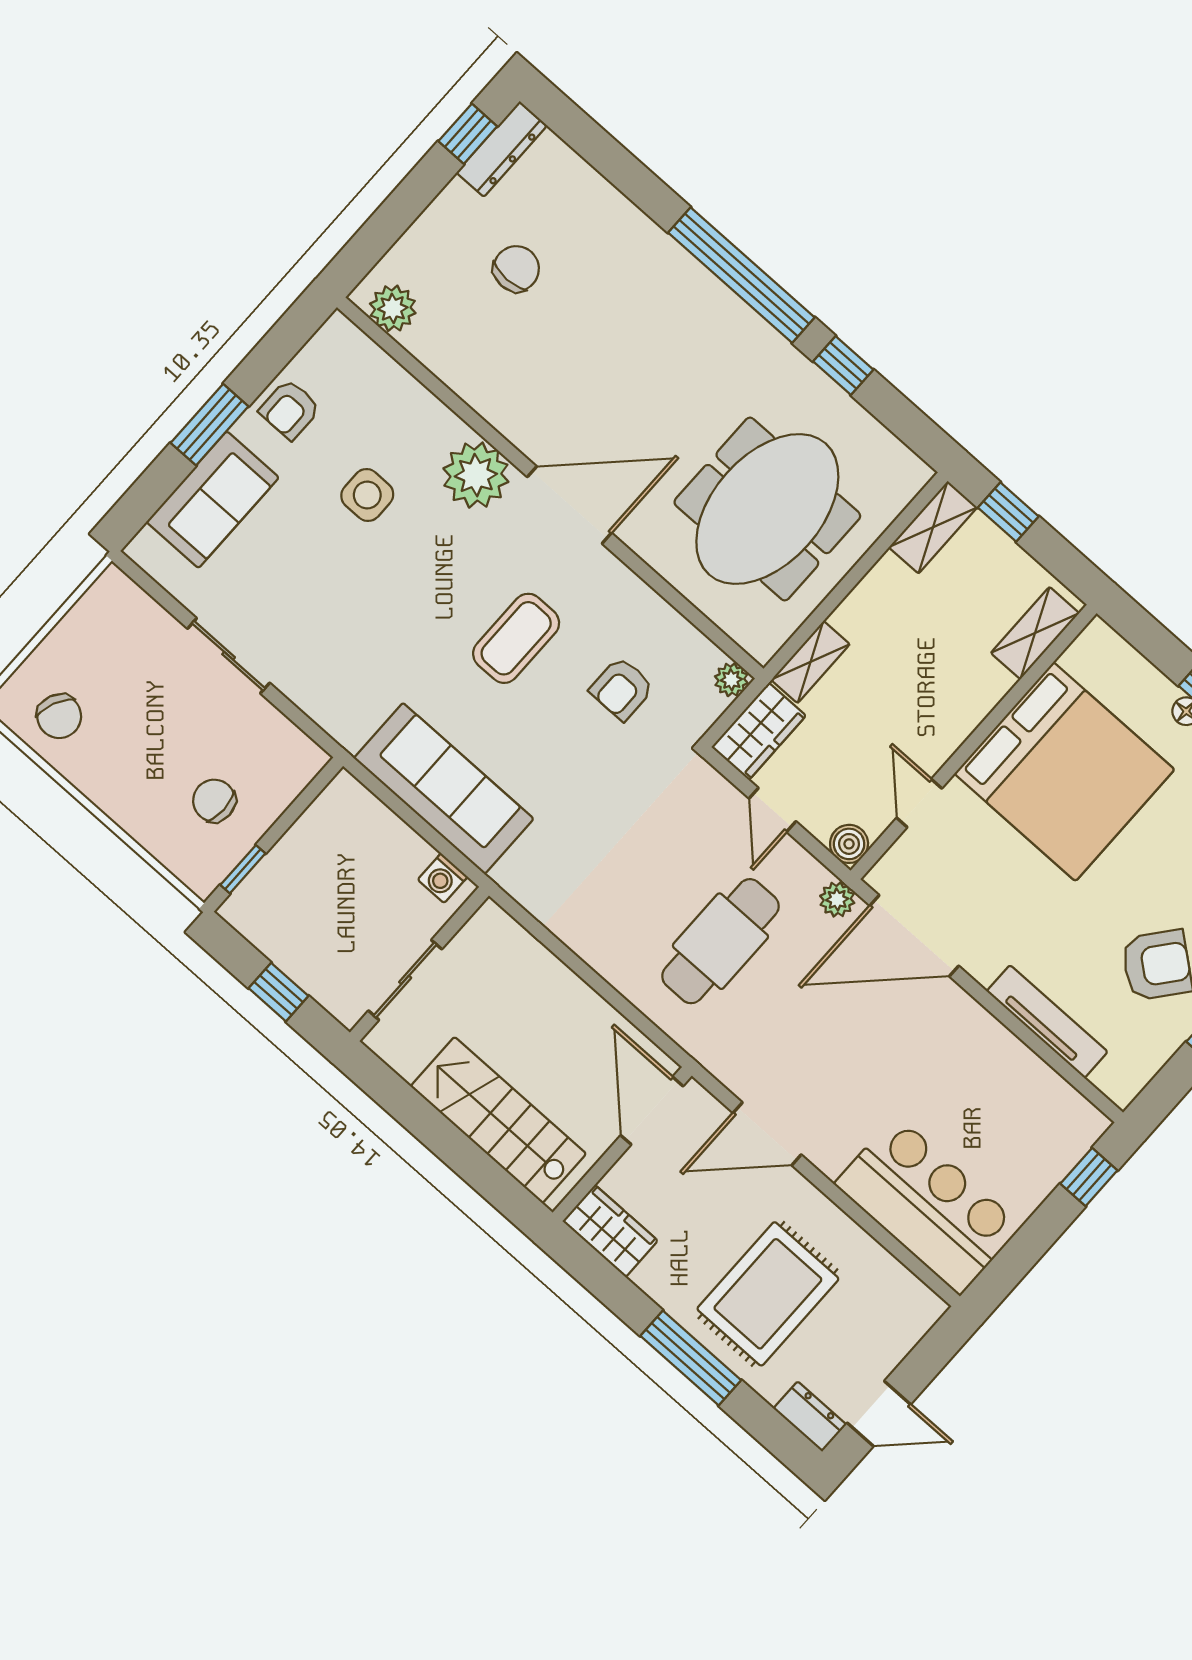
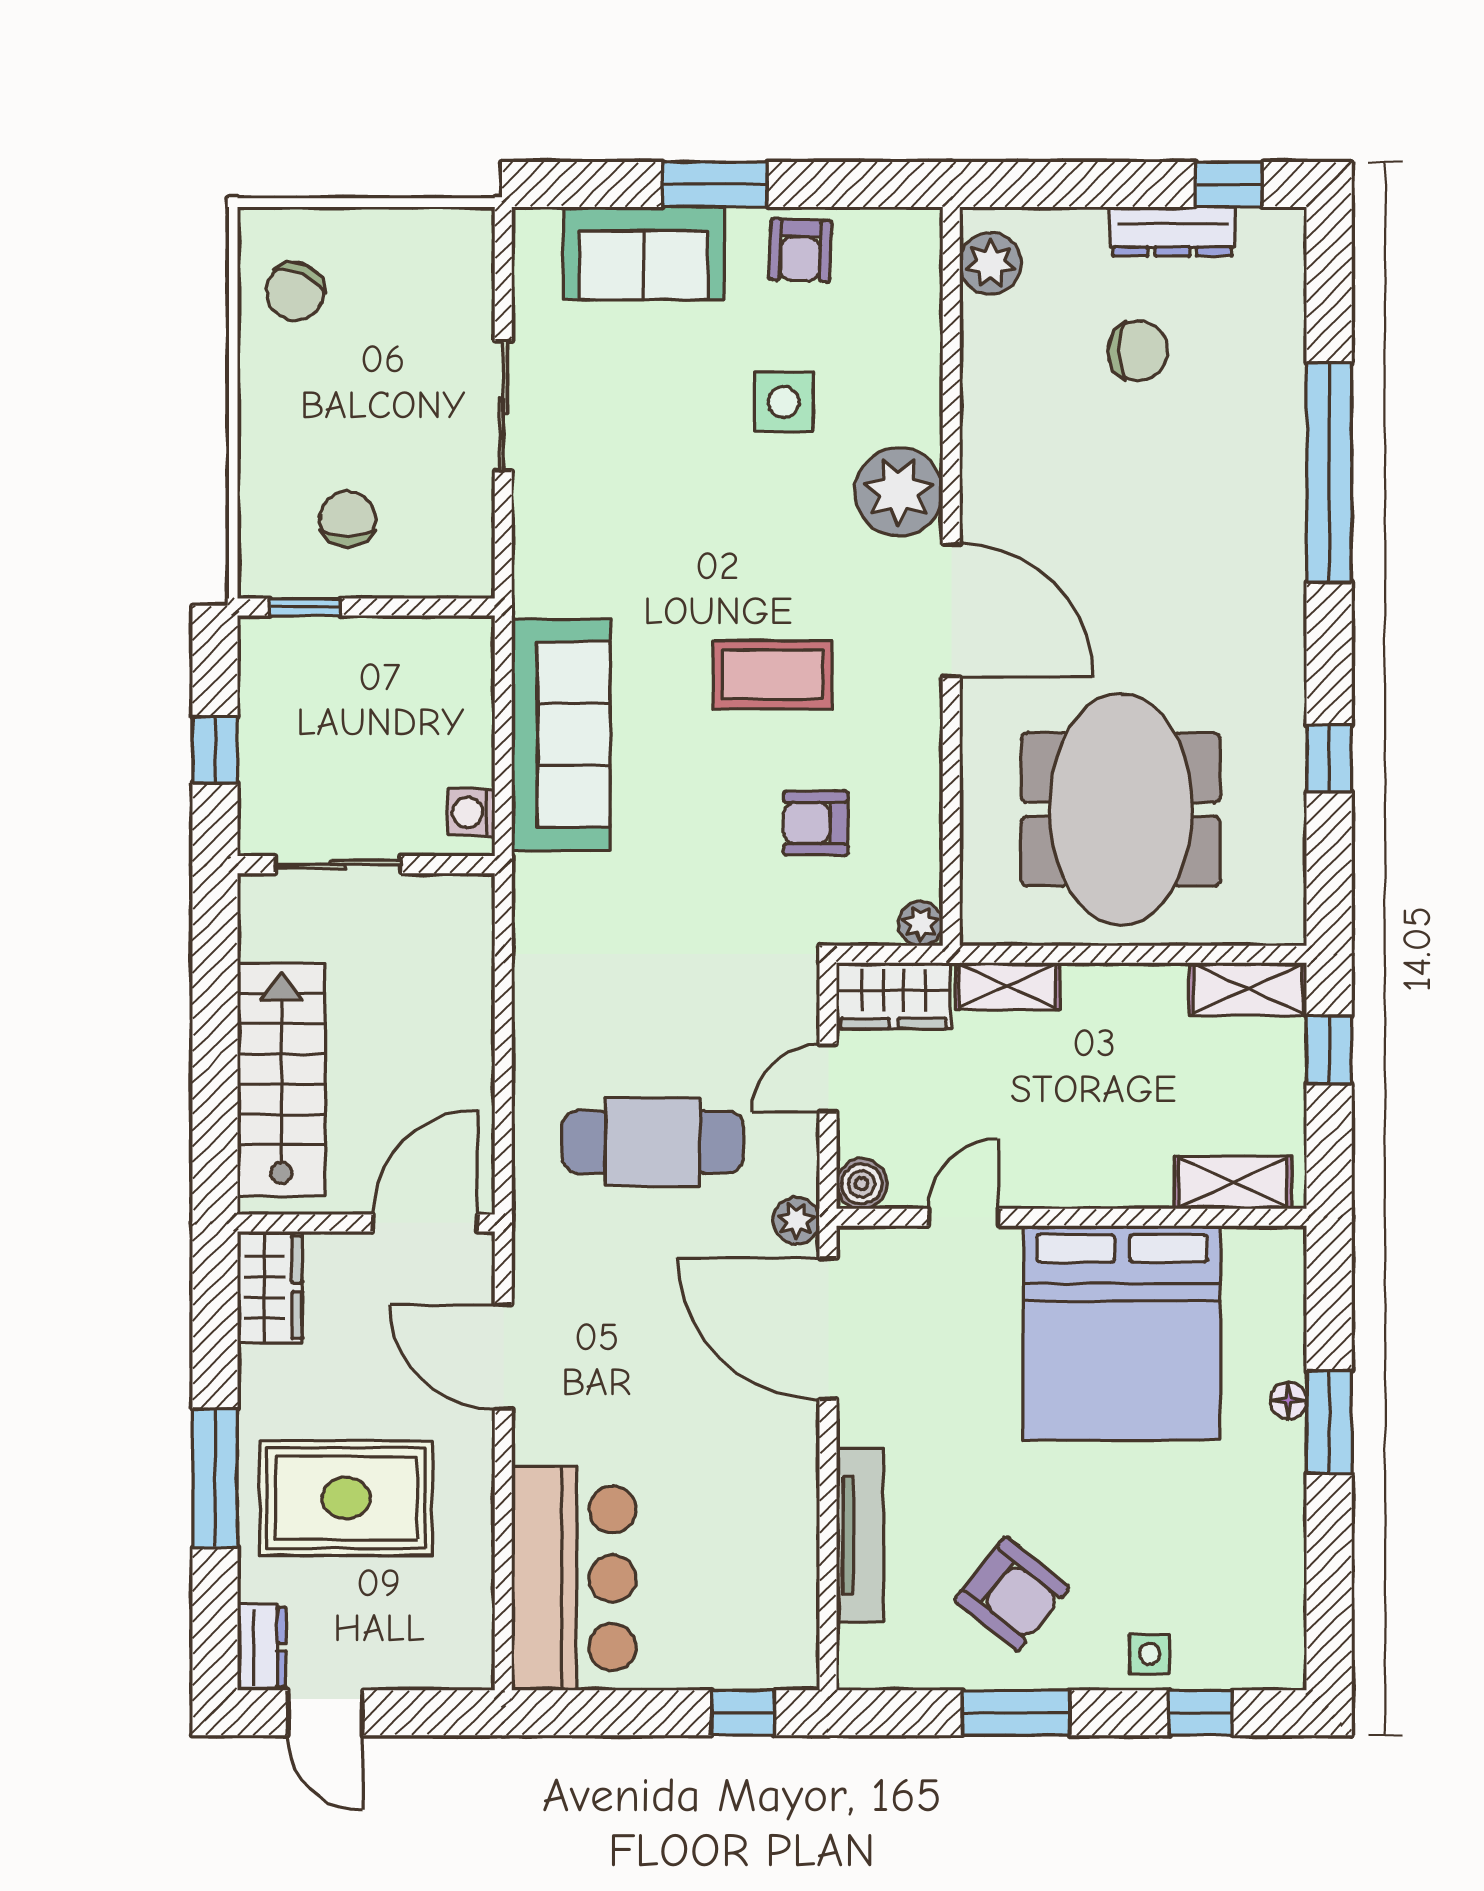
dresser: (502, 149) -> (1172, 231), moved
window: (741, 275) -> (1329, 473), moved
armchair: (290, 409) -> (800, 250), turned -88
meeting table: (767, 509) -> (1121, 809), turned 90

